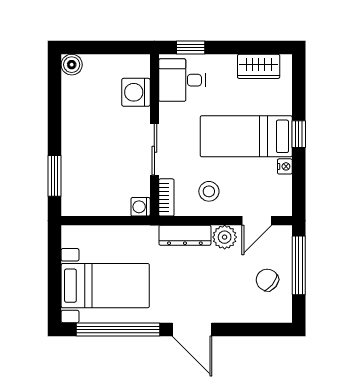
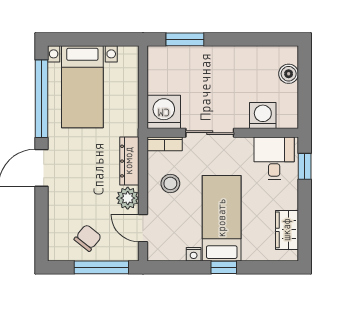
boiler: (72, 65) -> (289, 74), moved
washing machine: (141, 207) -> (164, 112), width x1.89, depth x1.89

